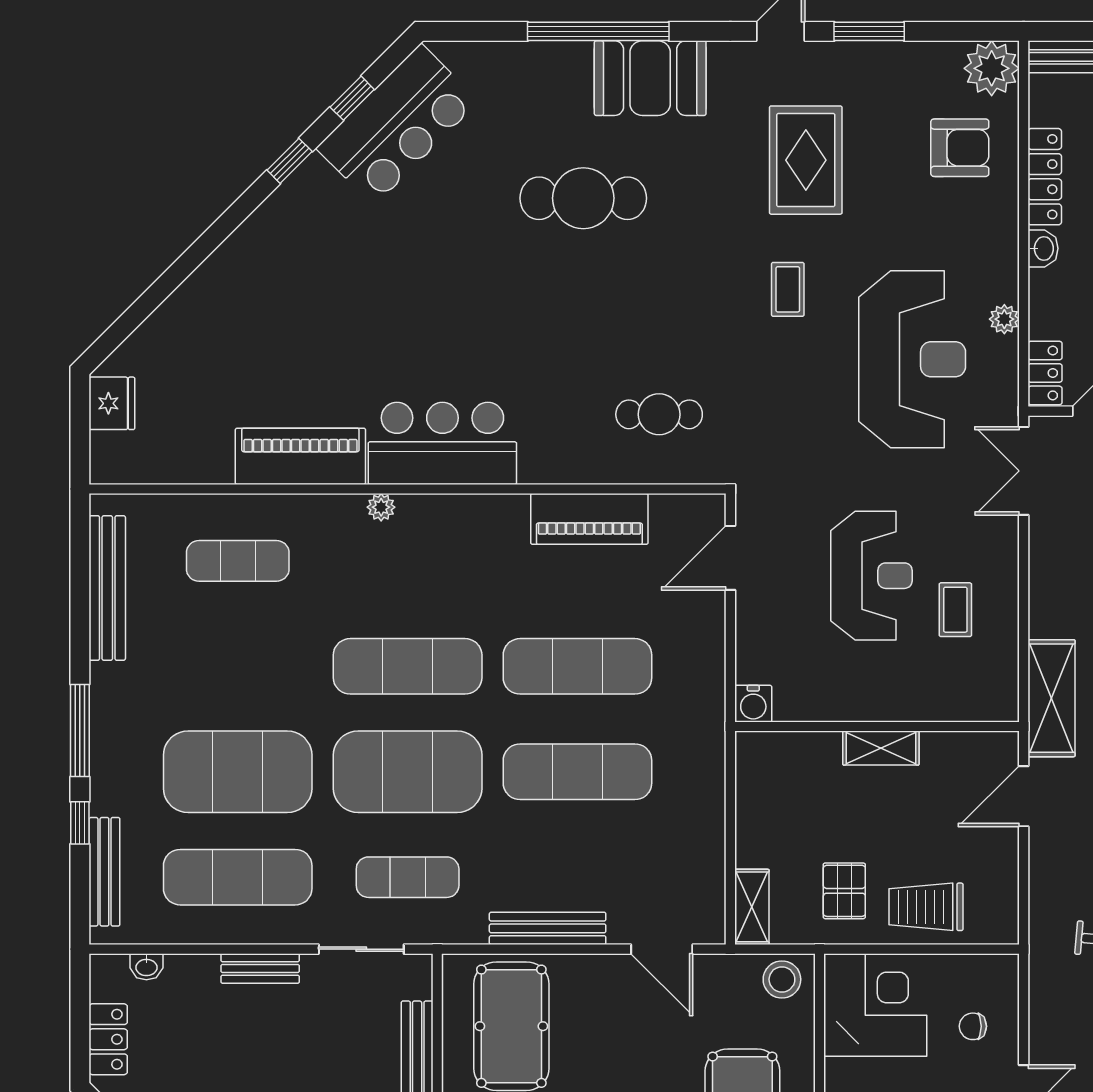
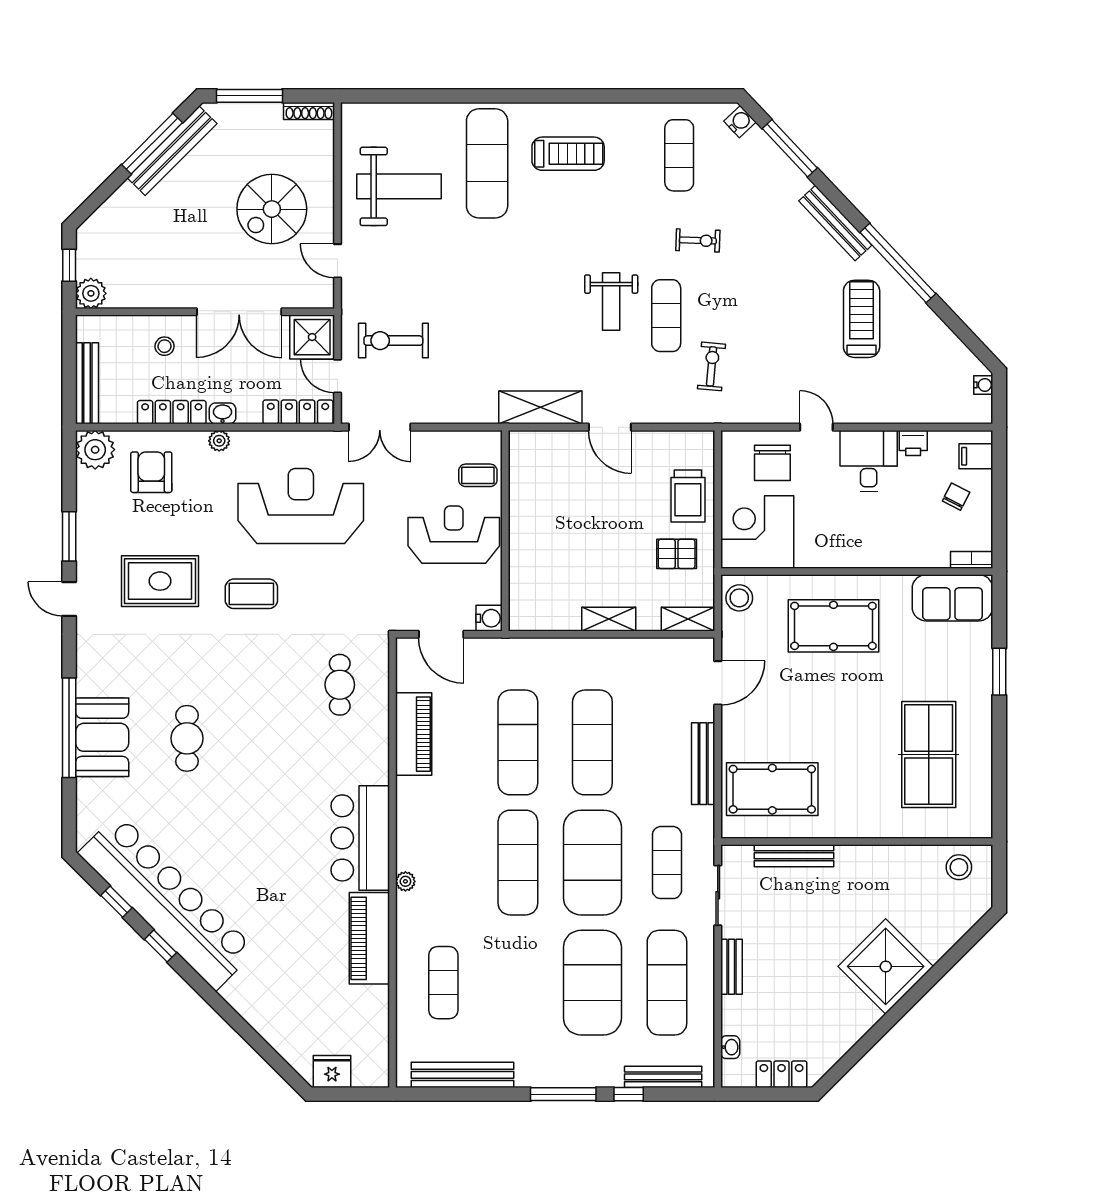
booth: (650, 78) -> (102, 737), moved
bar counter: (398, 125) -> (167, 902), width x1.86
cafe table: (583, 198) -> (187, 738), width x0.73, depth x0.74
coffee table: (788, 289) -> (251, 594), width x1.36, depth x1.30
plant: (1004, 319) -> (219, 441), moved
locker: (1045, 373) -> (298, 412), width x1.53
water cooler: (753, 704) -> (489, 618), moved
wall: (877, 726) -> (505, 531), moved
shelving: (881, 748) -> (609, 619), moved, turned 90
chair: (973, 1026) -> (772, 463), width x1.87, depth x1.87

